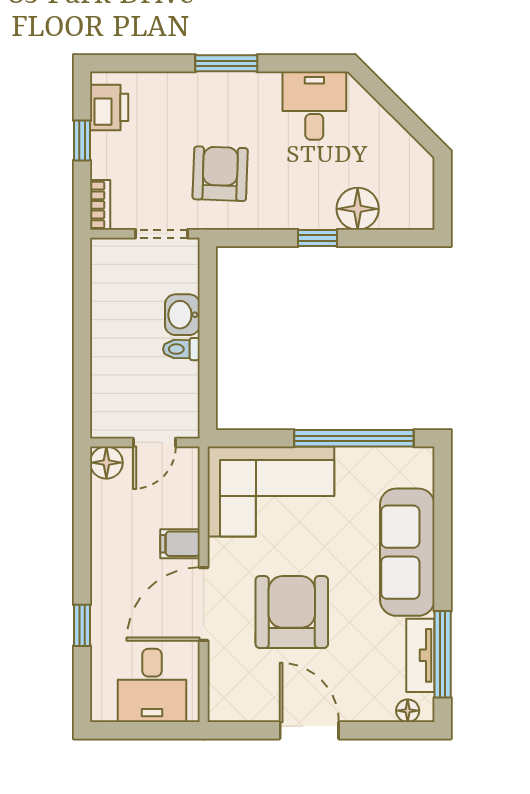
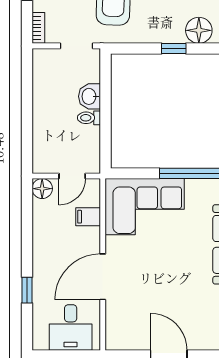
filing cabinet: (180, 544) -> (88, 217), moved
armchair: (292, 612) -> (158, 282), removed

